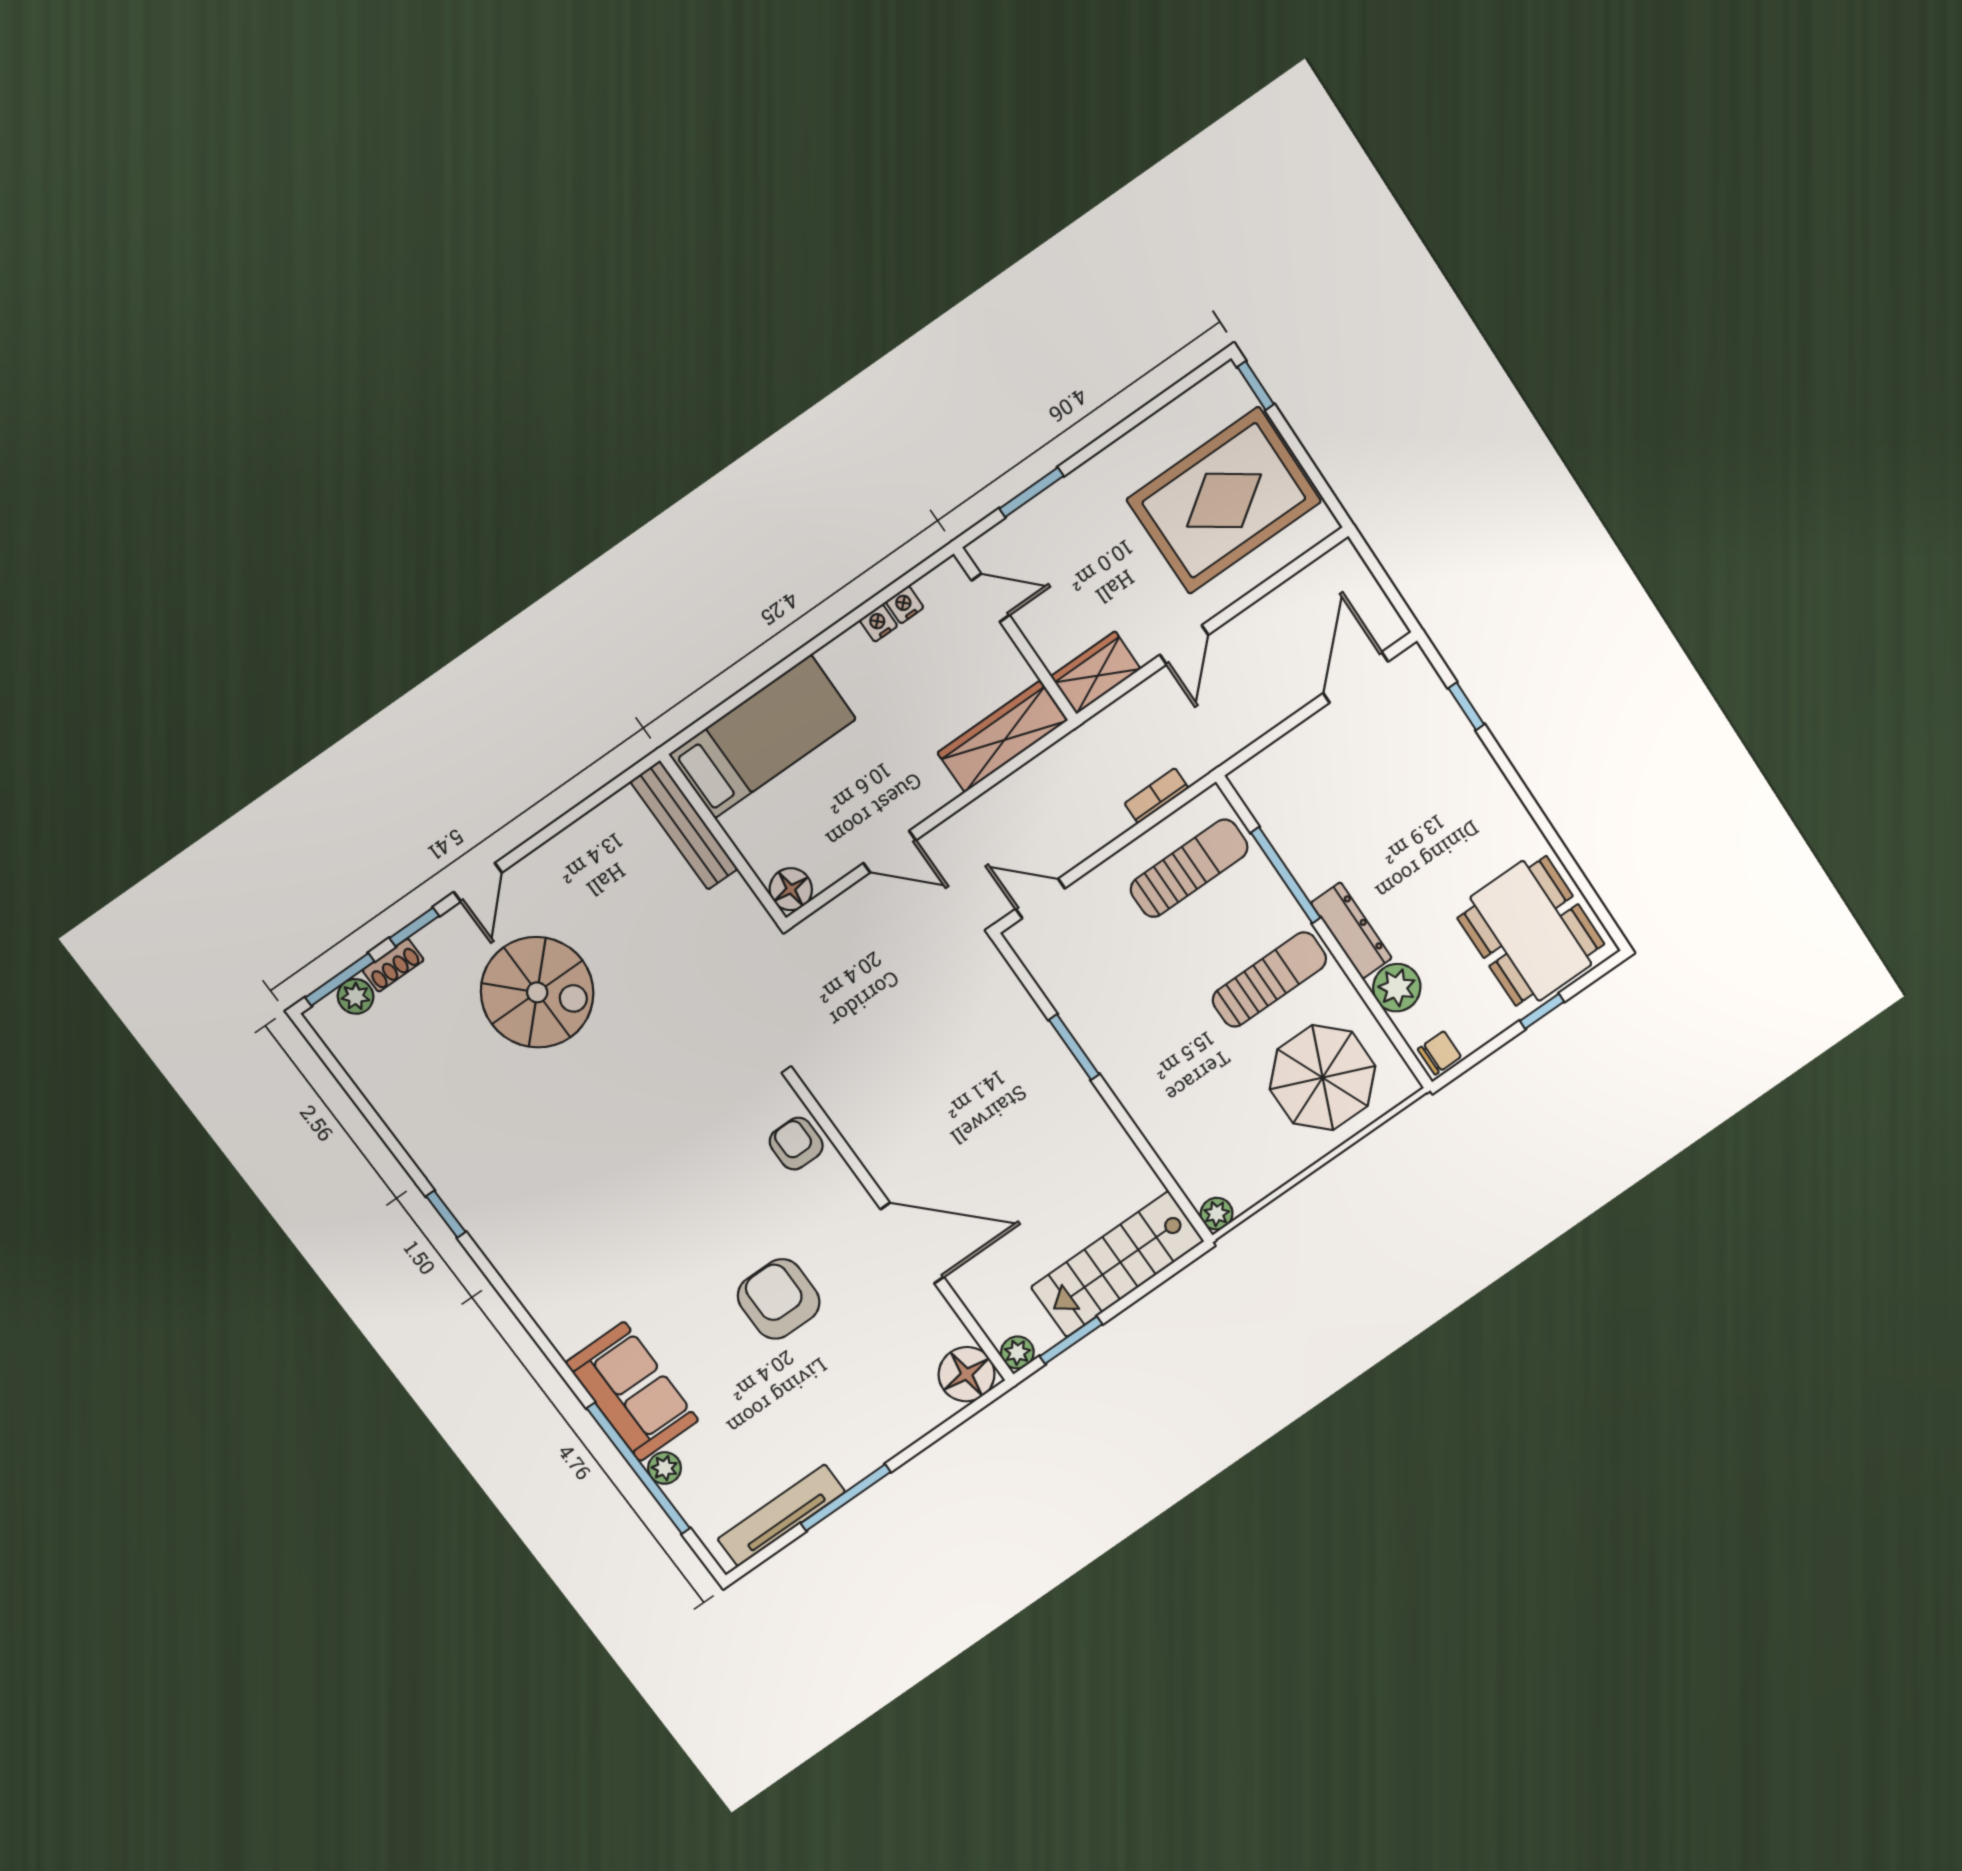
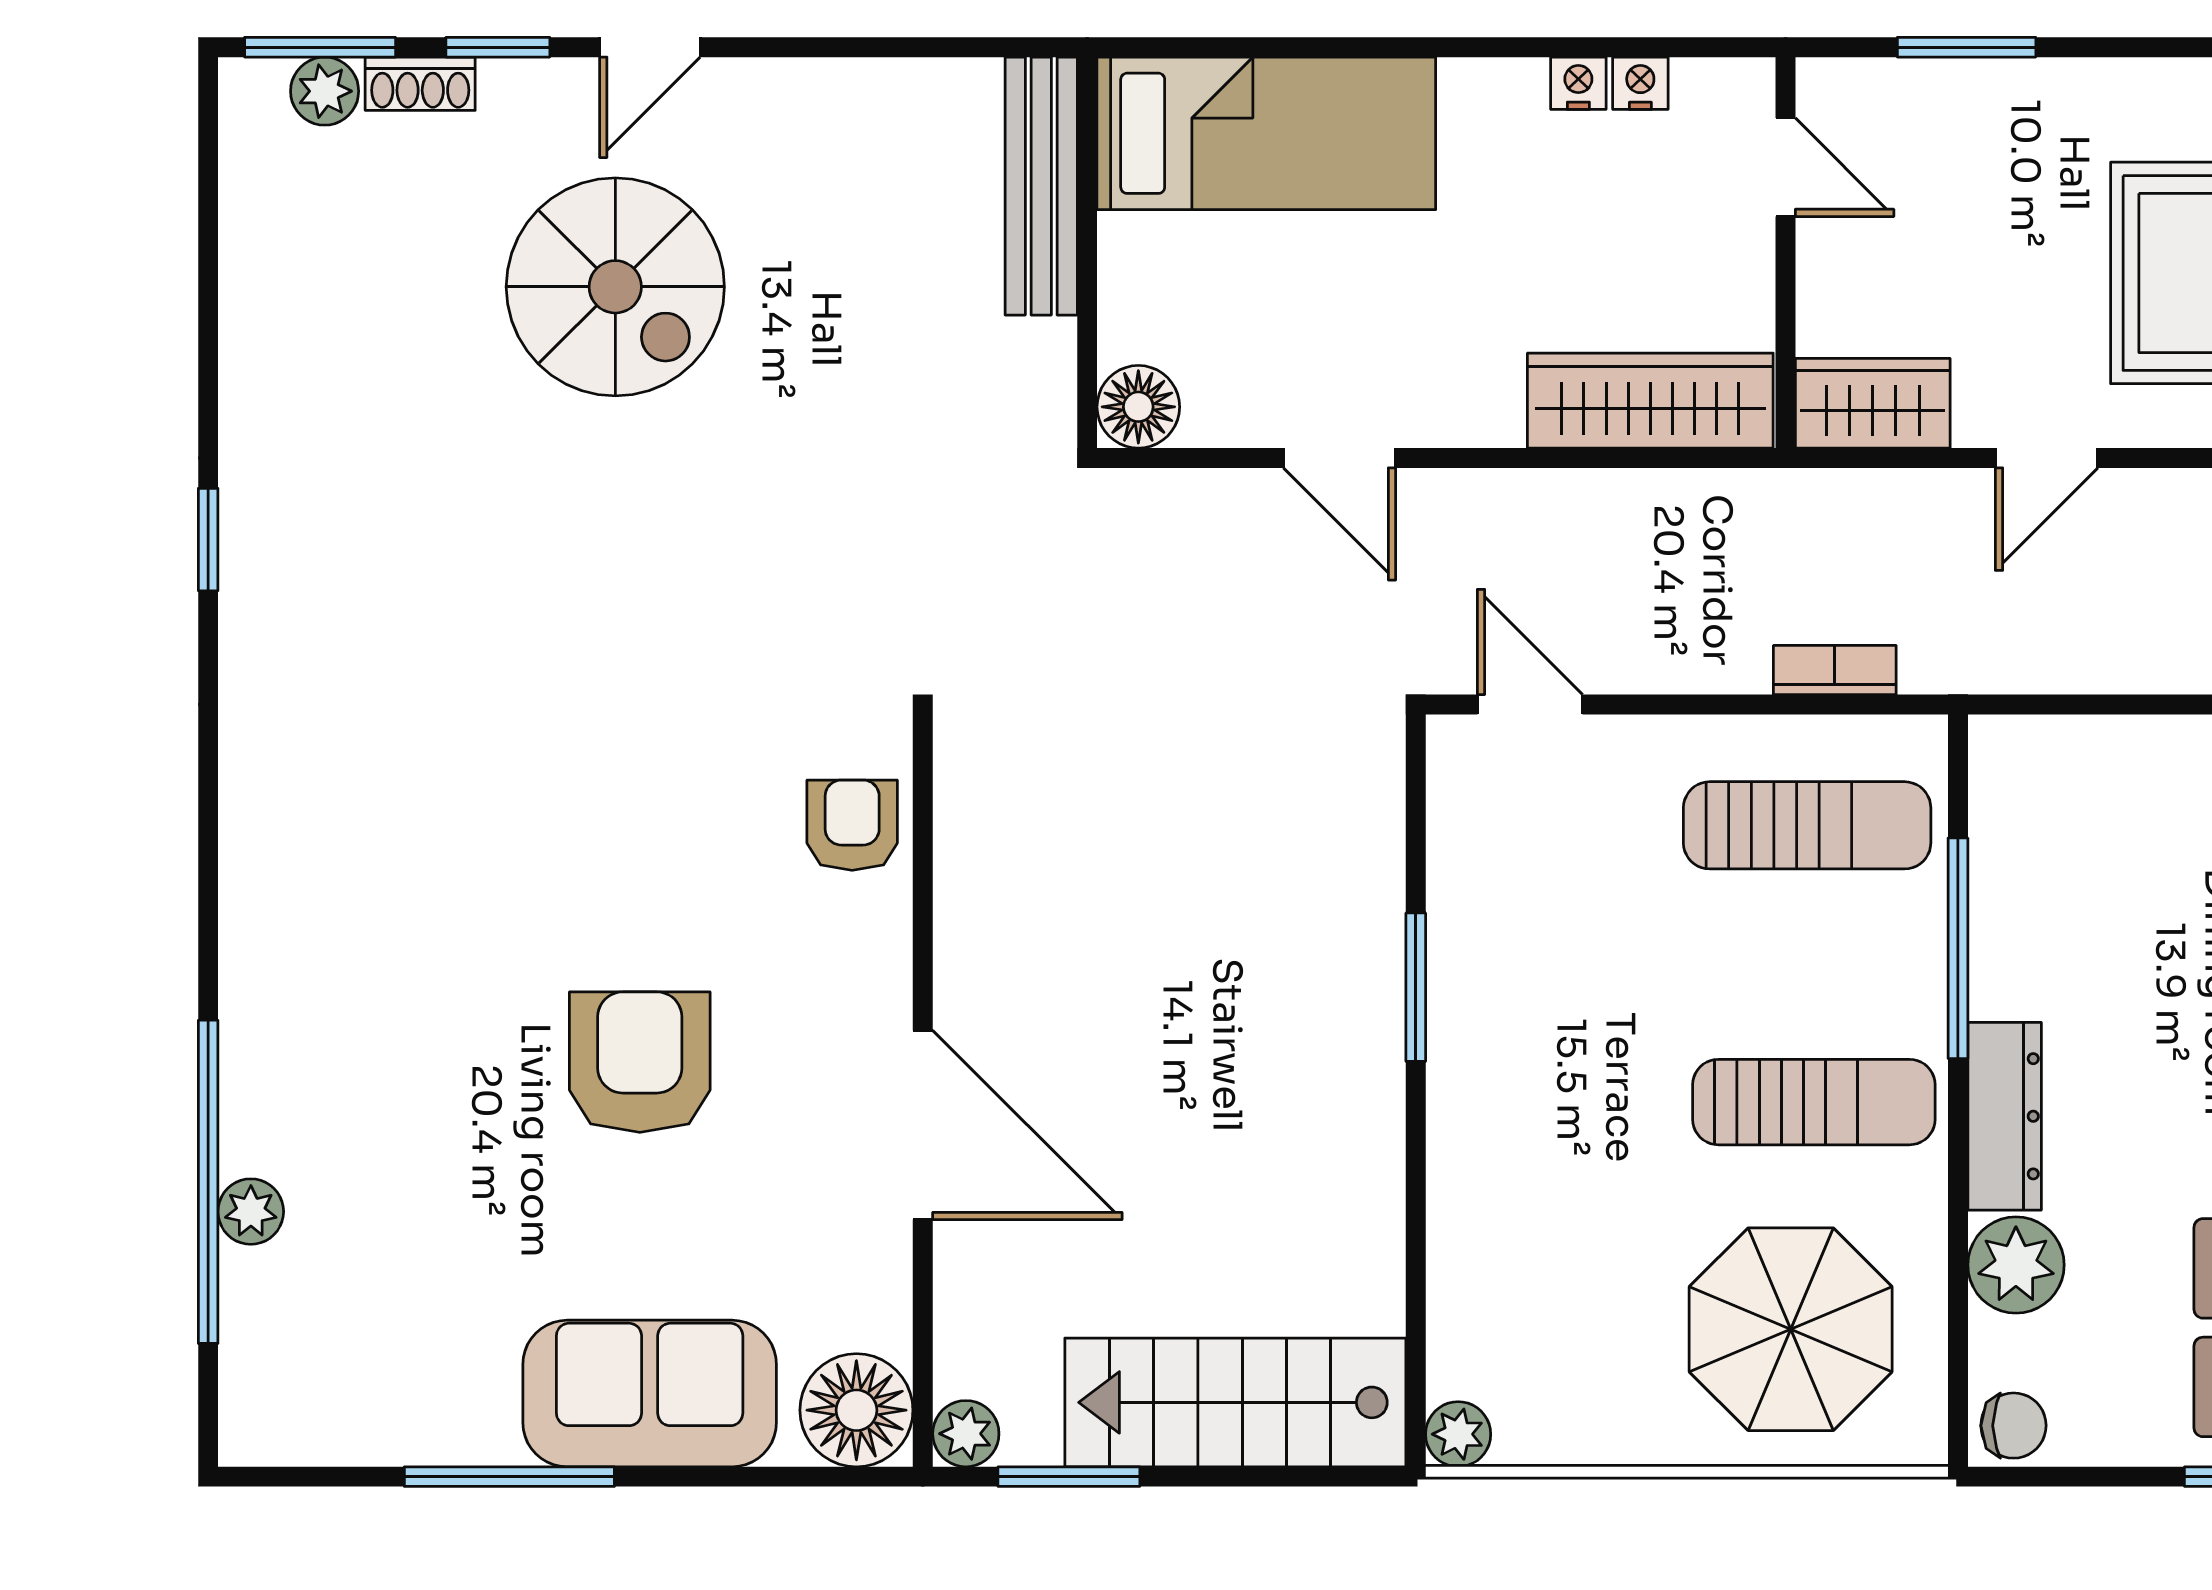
sofa: (632, 1392) -> (650, 1394), moved, turned -90
tv unit: (781, 1515) -> (383, 1431), removed

